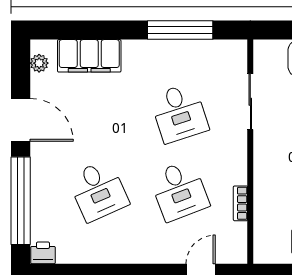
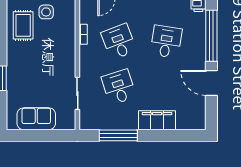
filing cabinet: (89, 56) -> (157, 120), moved
plant: (39, 63) -> (201, 116), removed
desk: (98, 191) -> (166, 42), turned 33

